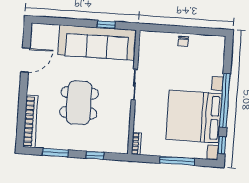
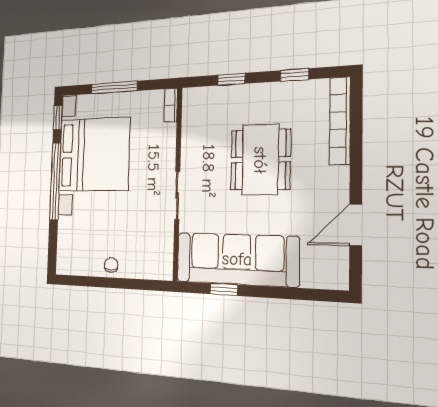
window: (55, 153) -> (295, 75), width x0.67

